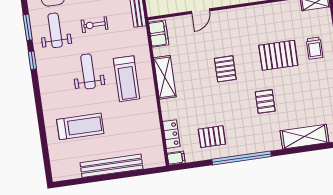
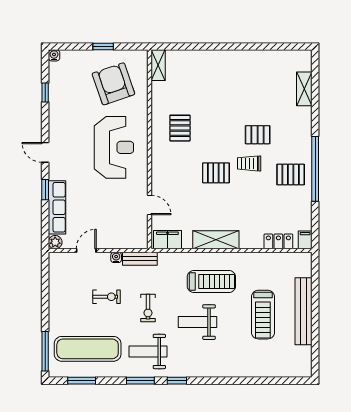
door: (201, 11) -> (150, 205), moved
trolley: (315, 48) -> (249, 163), moved, turned 180
pallet: (278, 55) -> (180, 128), moved, width x0.67, depth x0.71
treadmill: (80, 126) -> (263, 315), moved, turned 180
pallet: (212, 137) -> (291, 175), moved, turned 90
shelving: (305, 137) -> (304, 89), width x0.67, depth x0.75

